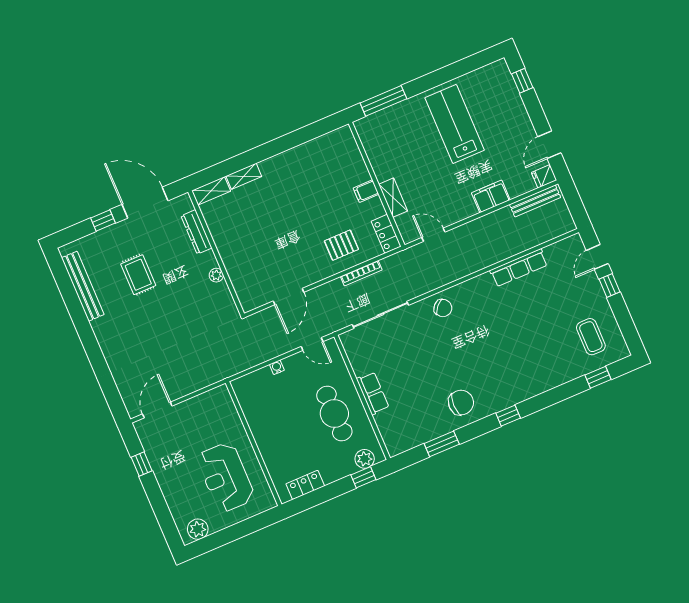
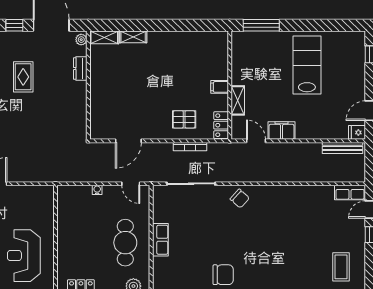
filing cabinet: (491, 196) -> (282, 131), moved
dresser: (196, 232) -> (80, 69), width x0.70
row of seats: (519, 268) -> (350, 193), moved, width x0.68
plant: (216, 275) -> (81, 40), moved

